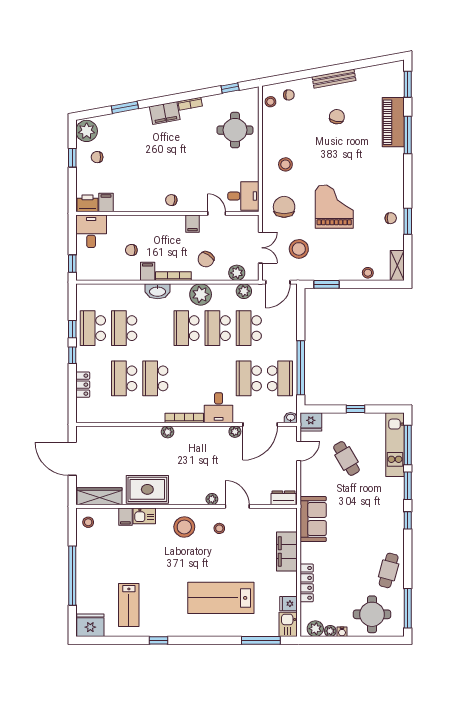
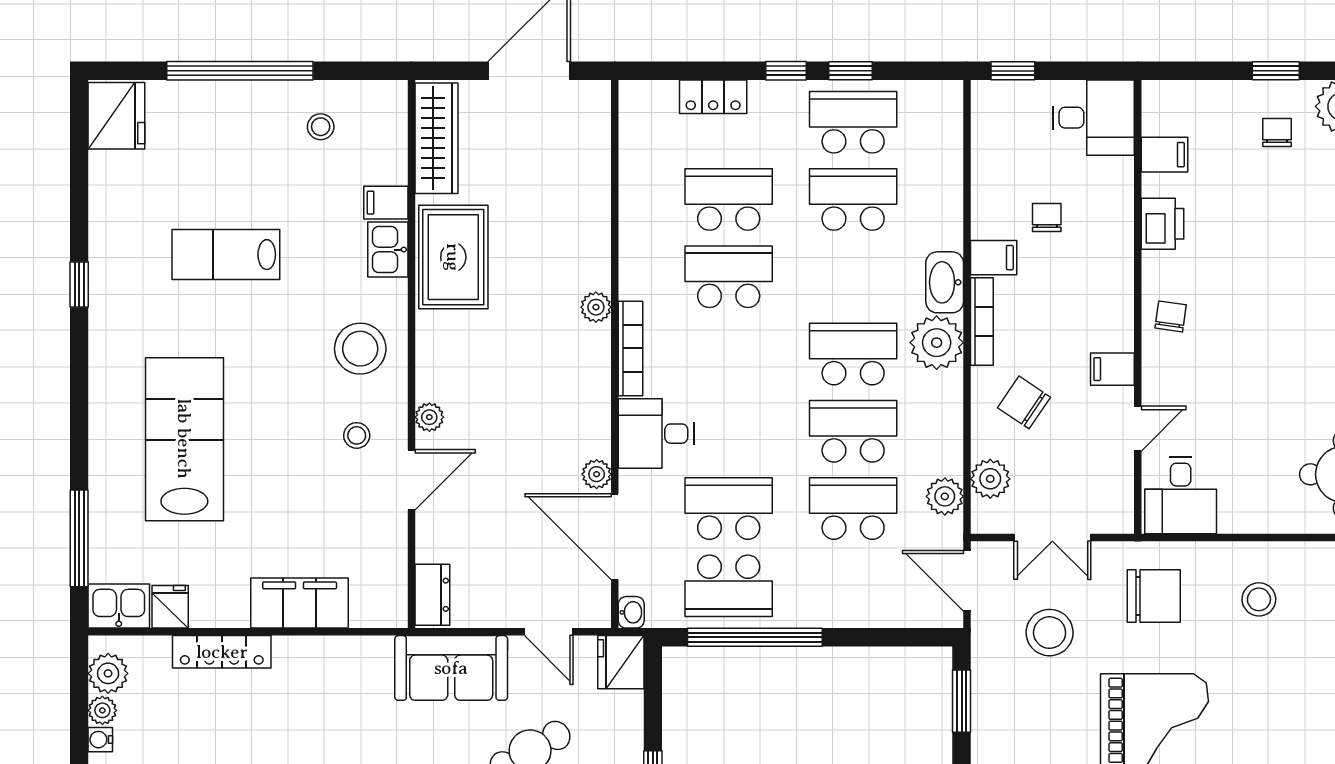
printer: (88, 203) -> (1162, 224), moved
plant: (201, 294) -> (937, 343), moved
sofa: (313, 519) -> (451, 668), moved
stool: (88, 522) -> (321, 127), moved
lab bench: (129, 605) -> (226, 255), moved

